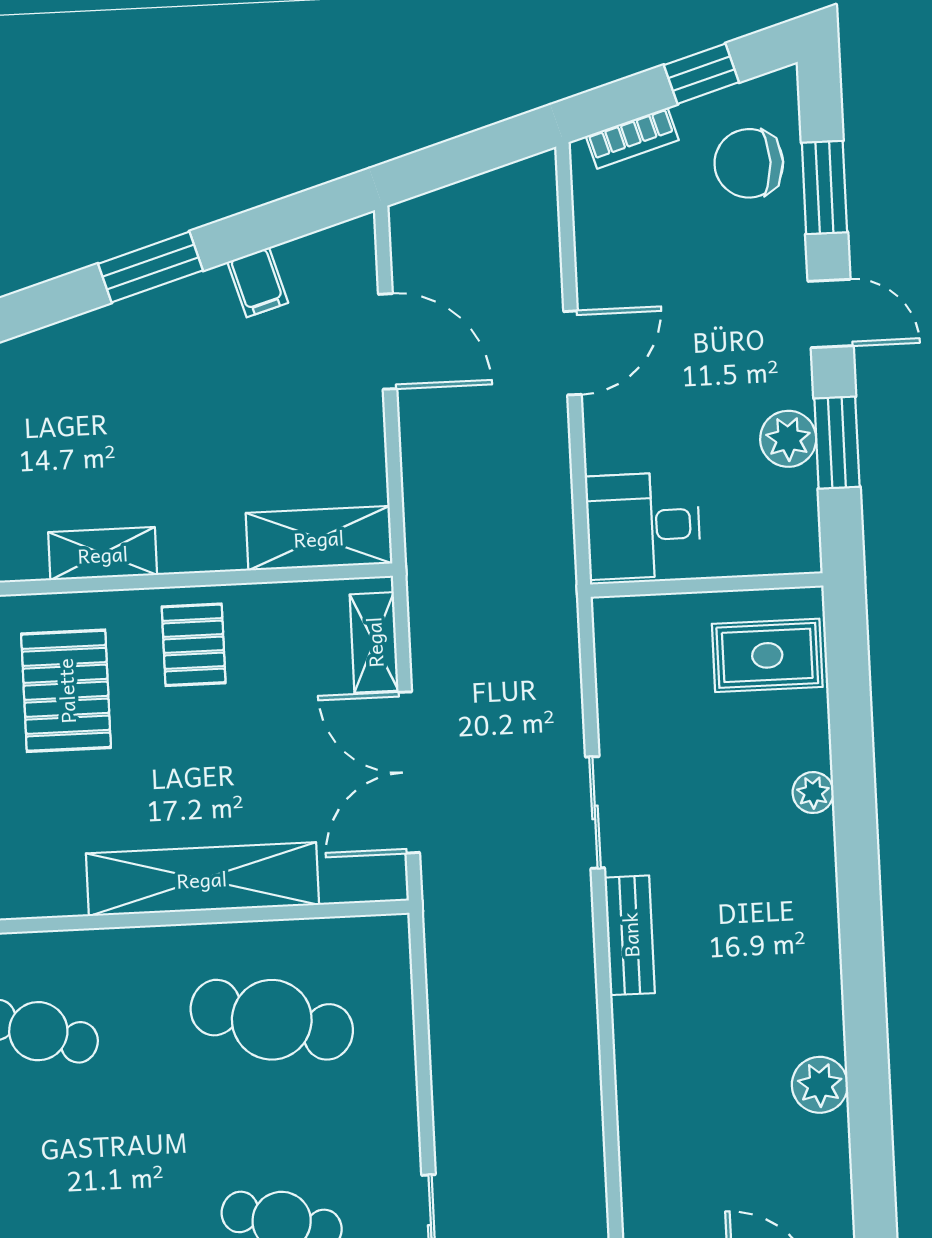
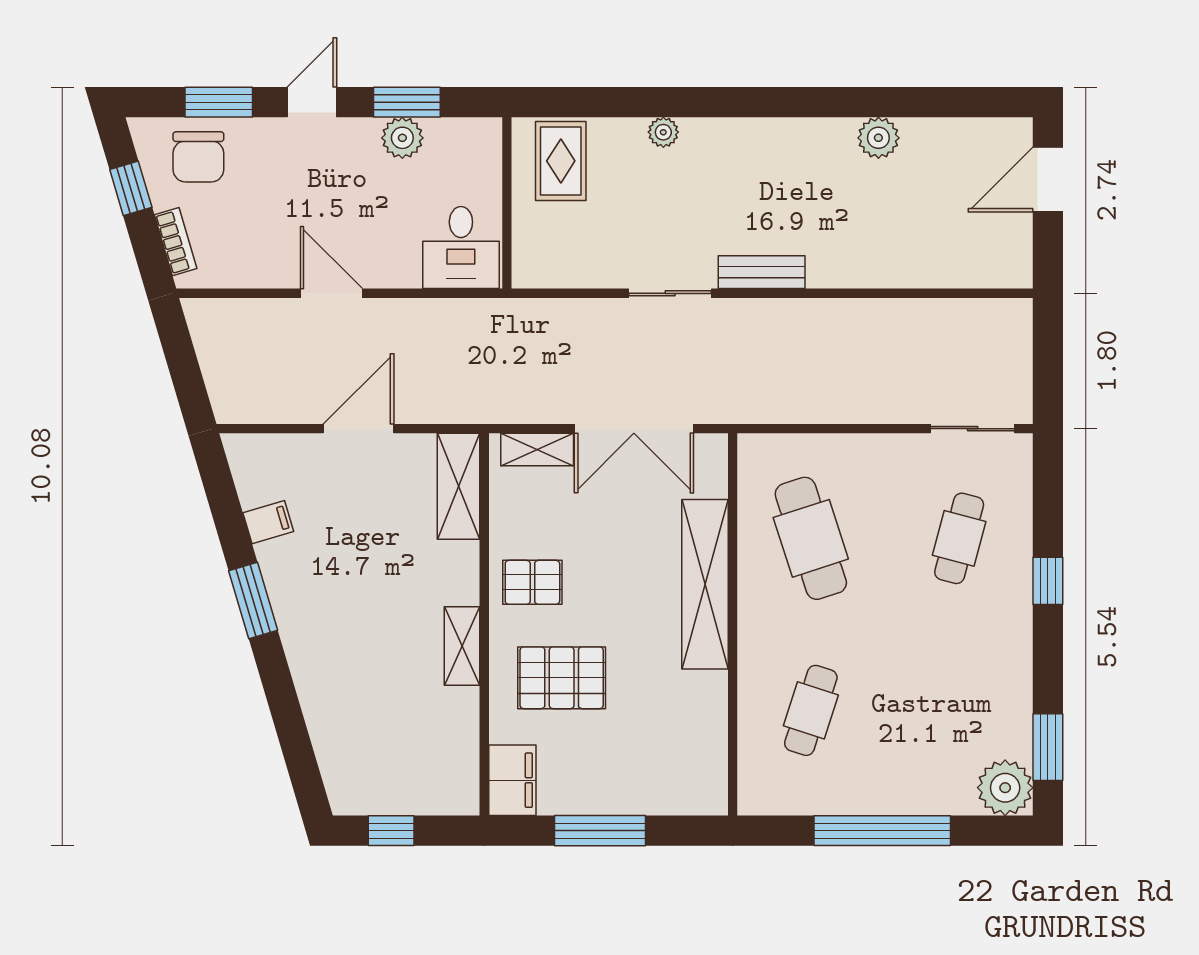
door: (388, 341) -> (359, 429), moved
cafe table: (272, 1020) -> (811, 538), turned -33

